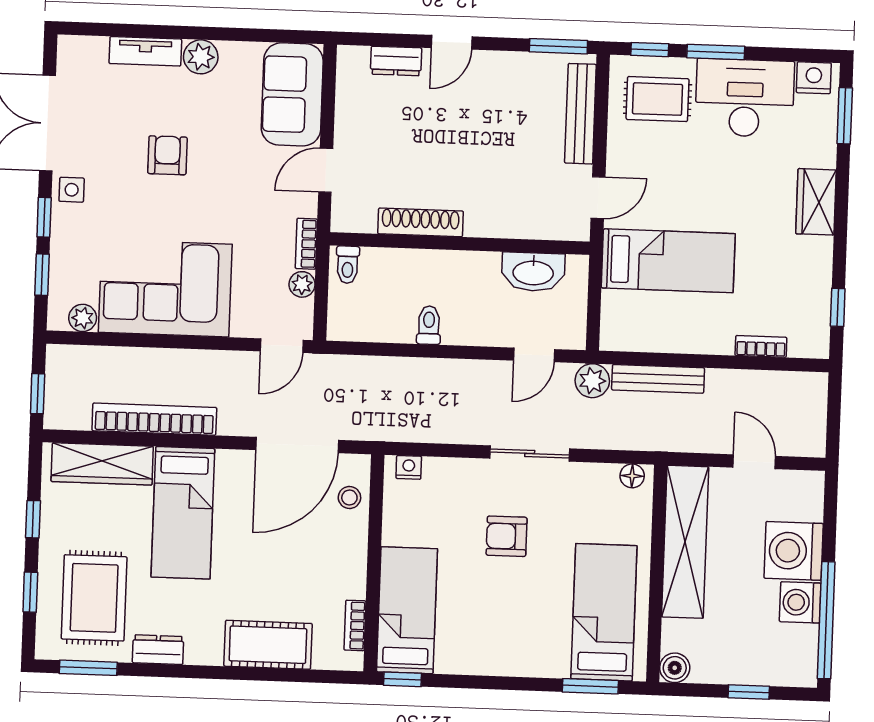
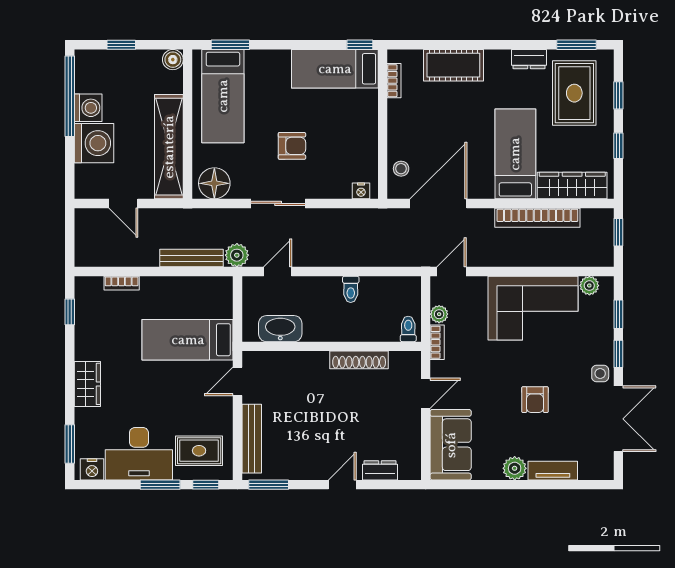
floor lamp: (632, 476) -> (214, 183), width x1.89, depth x1.89
bed: (407, 610) -> (335, 69), moved, turned 90

